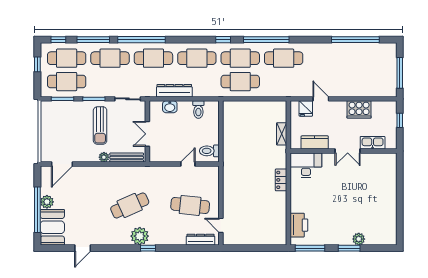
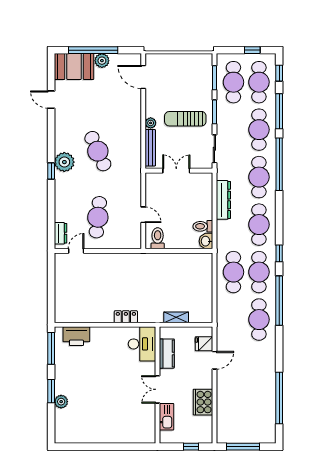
washbasin: (170, 107) -> (206, 241), moved
dresser: (200, 240) -> (61, 233), width x0.70

